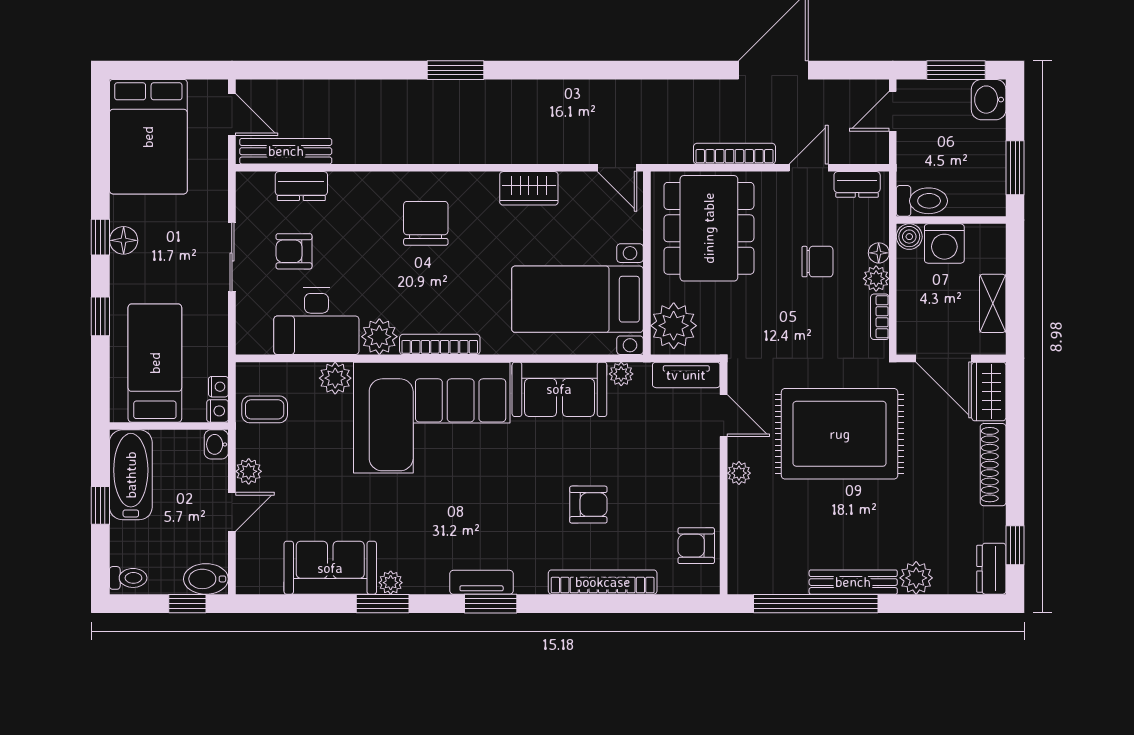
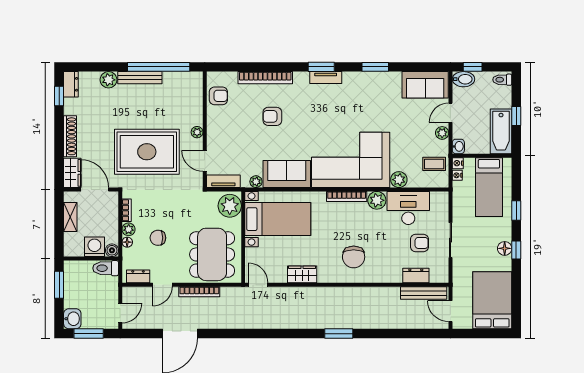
sofa: (330, 568) -> (425, 85), moved
plant: (391, 583) -> (371, 77), removed

